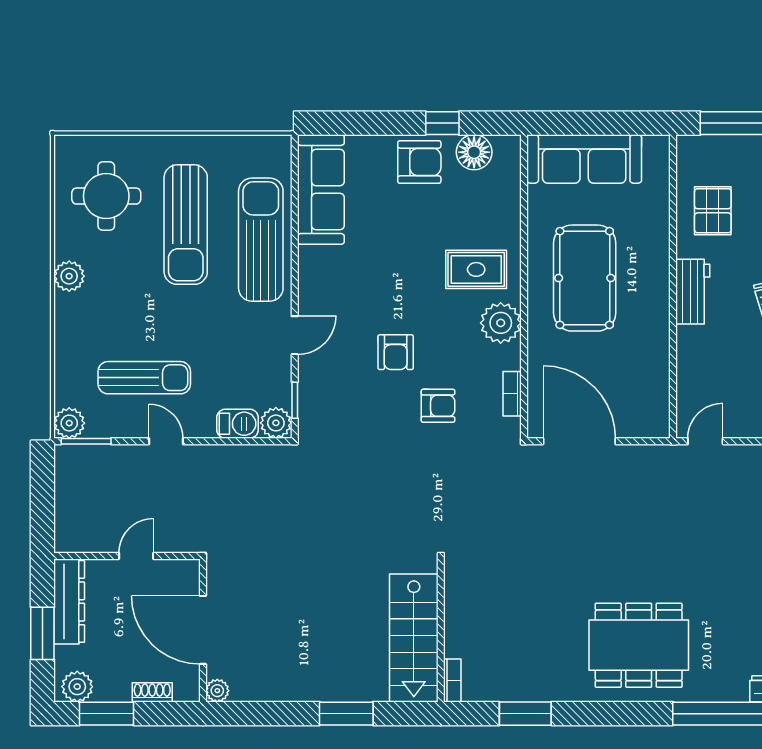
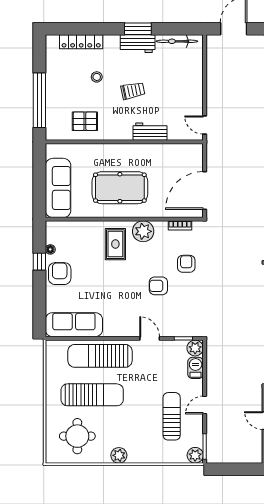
floor lamp: (474, 152) -> (50, 249), width x0.53, depth x0.53
workbench: (693, 292) -> (150, 132), moved
armchair: (396, 352) -> (158, 286), turned 180

